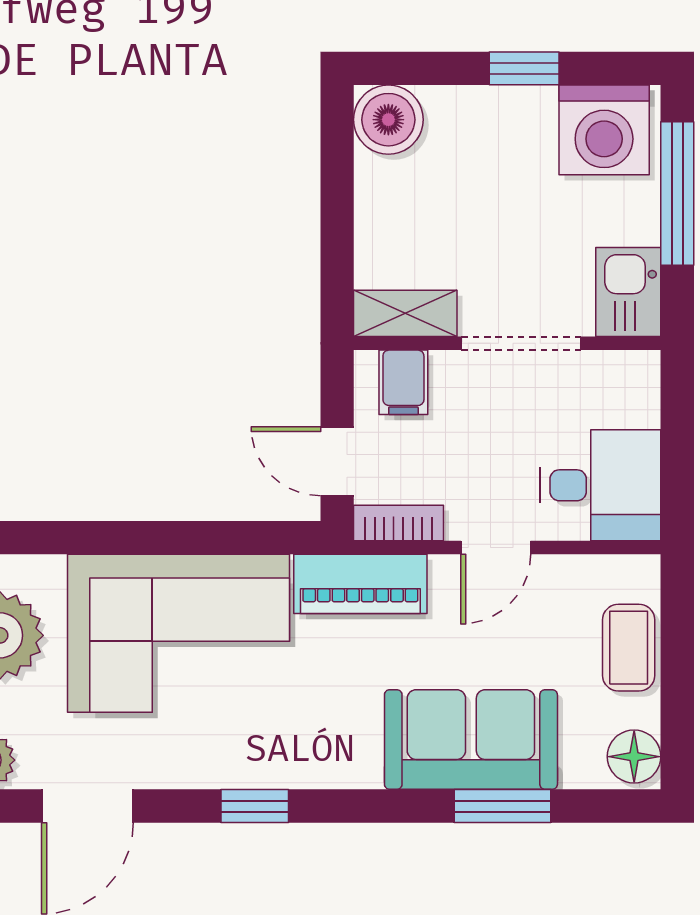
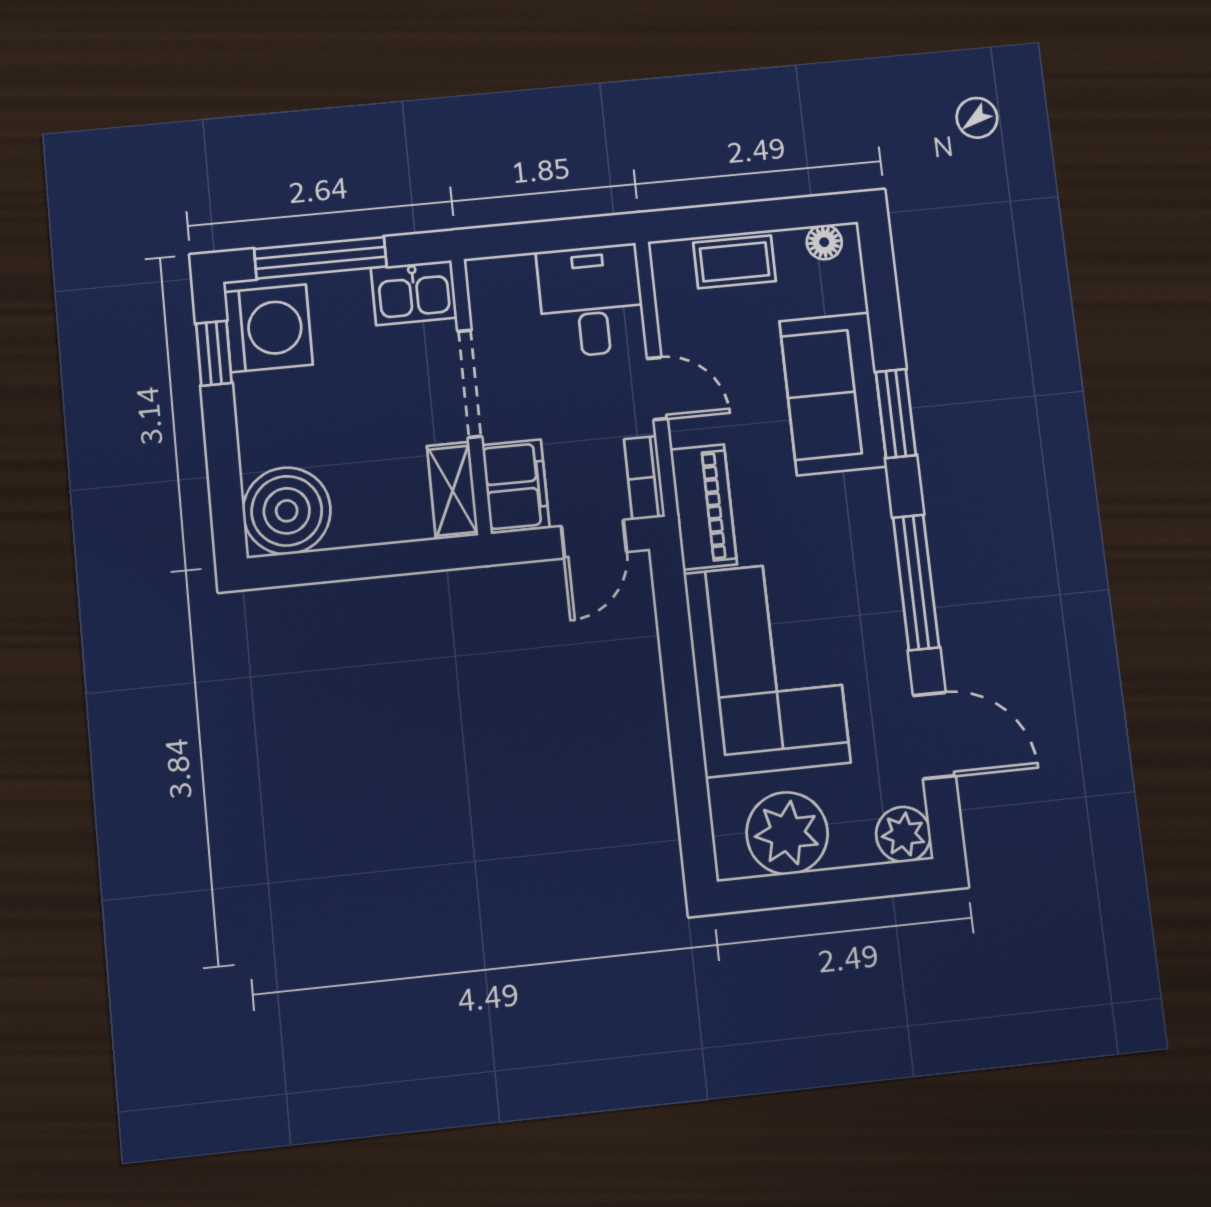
window: (524, 68) -> (214, 353), moved
boiler: (388, 120) -> (287, 511), width x1.37, depth x1.37
filing cabinet: (403, 382) -> (516, 486), width x2.00
floor lamp: (634, 757) -> (824, 242), width x0.73, depth x0.73
window: (255, 806) -> (916, 582), width x2.17
window: (503, 806) -> (896, 413), moved

